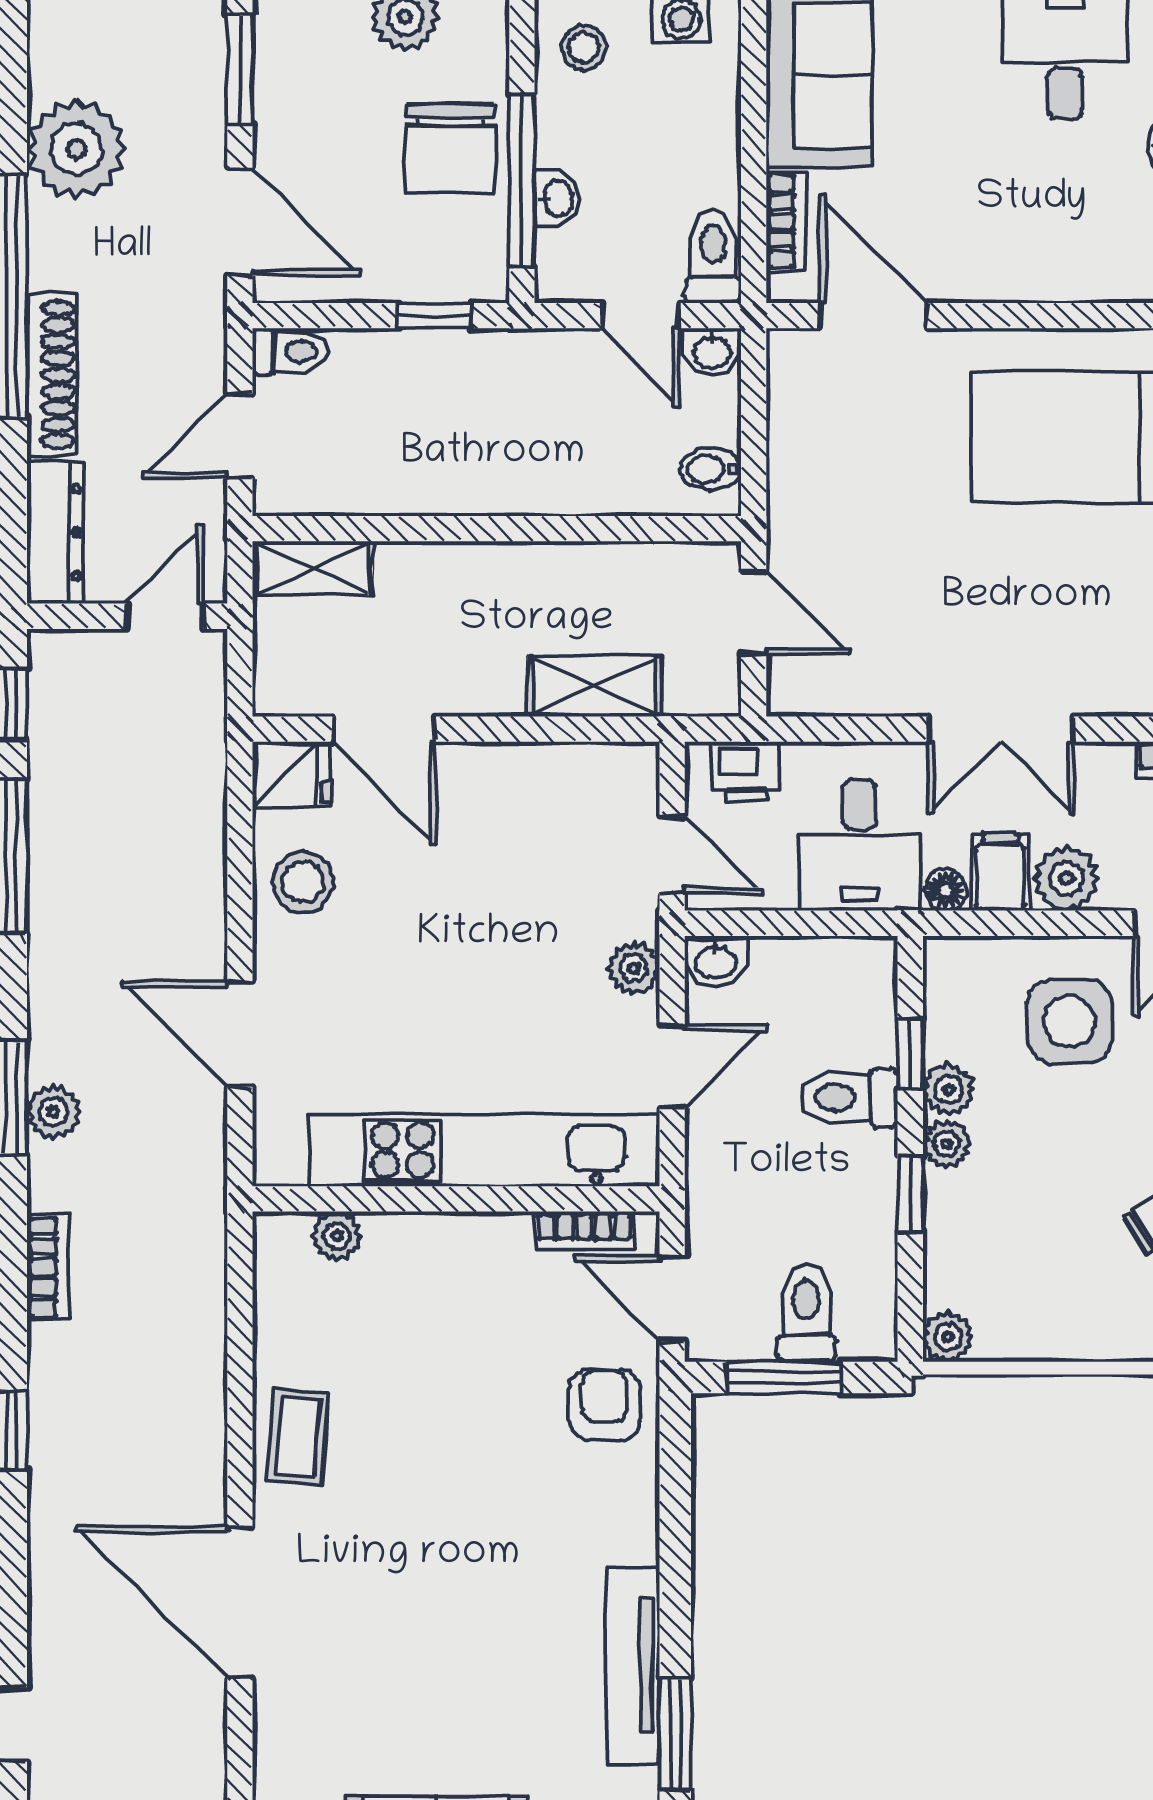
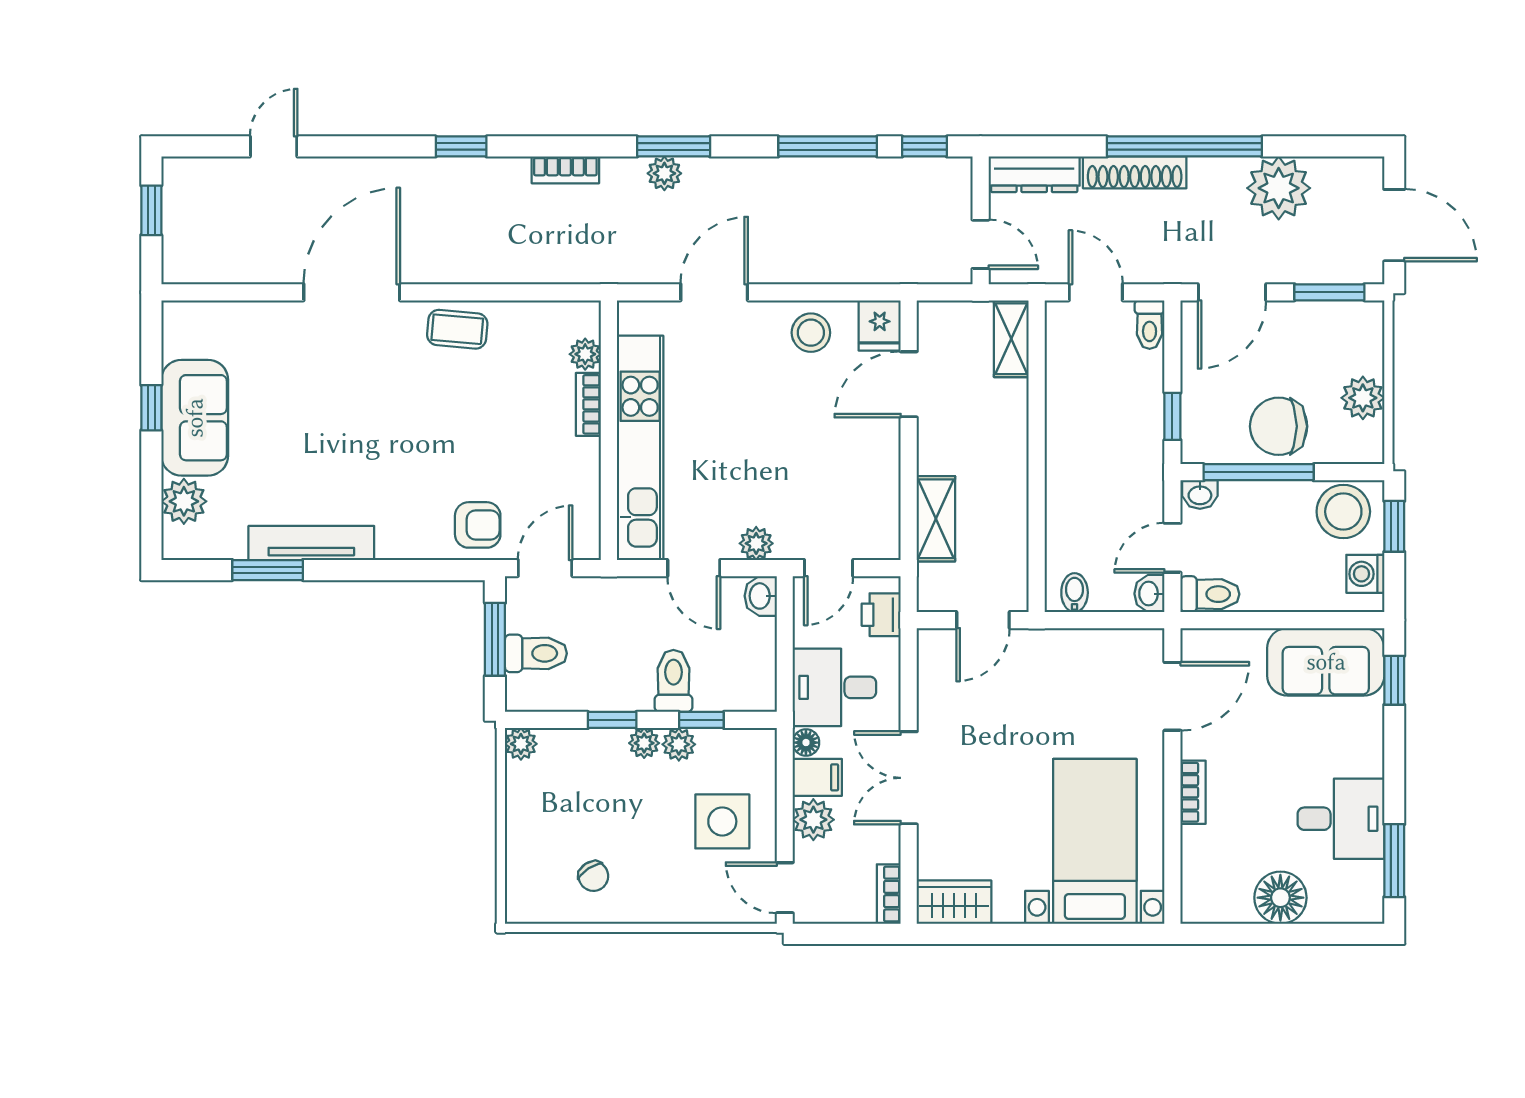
stool: (583, 48) -> (1343, 512), width x1.89, depth x1.89
washbasin: (557, 198) -> (1200, 494), moved
bookcase: (786, 221) -> (1193, 792), moved, turned -90
bookcase: (584, 1231) -> (588, 404), moved

